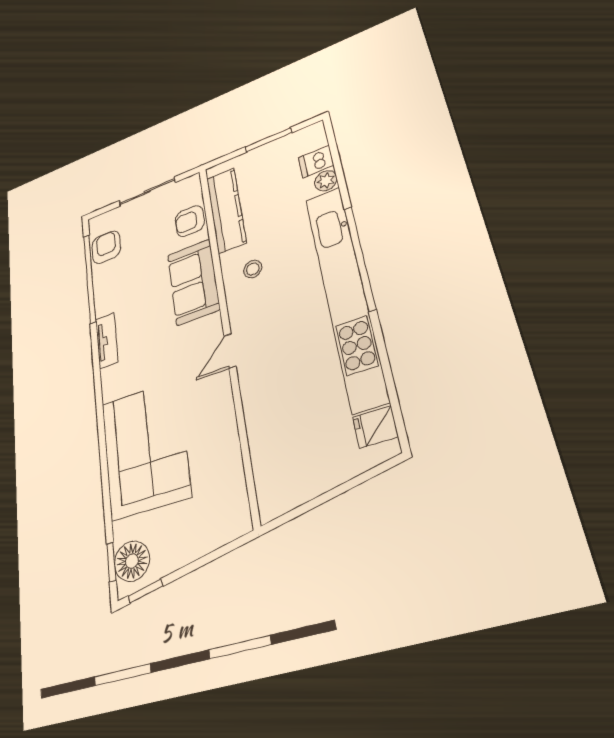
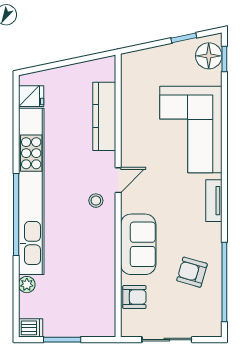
dishwasher: (316, 162) -> (31, 328), moved
kitchen counter: (226, 210) -> (104, 116), moved
armchair: (106, 247) -> (192, 272), moved, turned 106
stool: (253, 269) -> (96, 201), moved
tv unit: (107, 340) -> (214, 201), moved
window: (145, 591) -> (184, 38), moved

